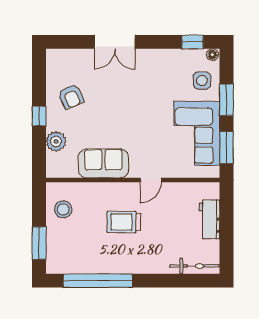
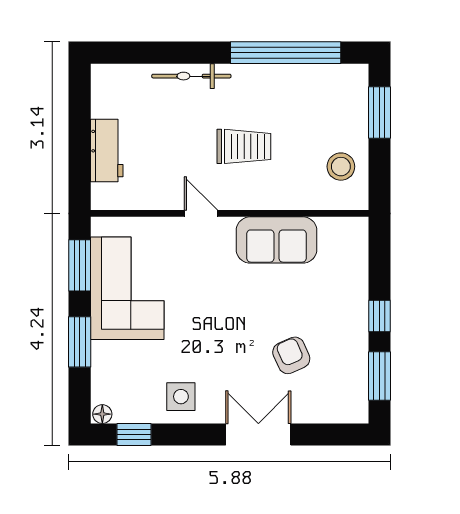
window: (39, 78) -> (379, 376), added
side table: (202, 81) -> (181, 397), moved
armchair: (71, 96) -> (291, 355), moved
plant: (56, 141) -> (352, 275), removed
door: (151, 180) -> (201, 213), hinge flipped
bicycle: (194, 266) -> (191, 76), moved

